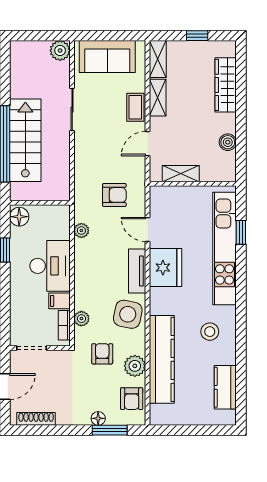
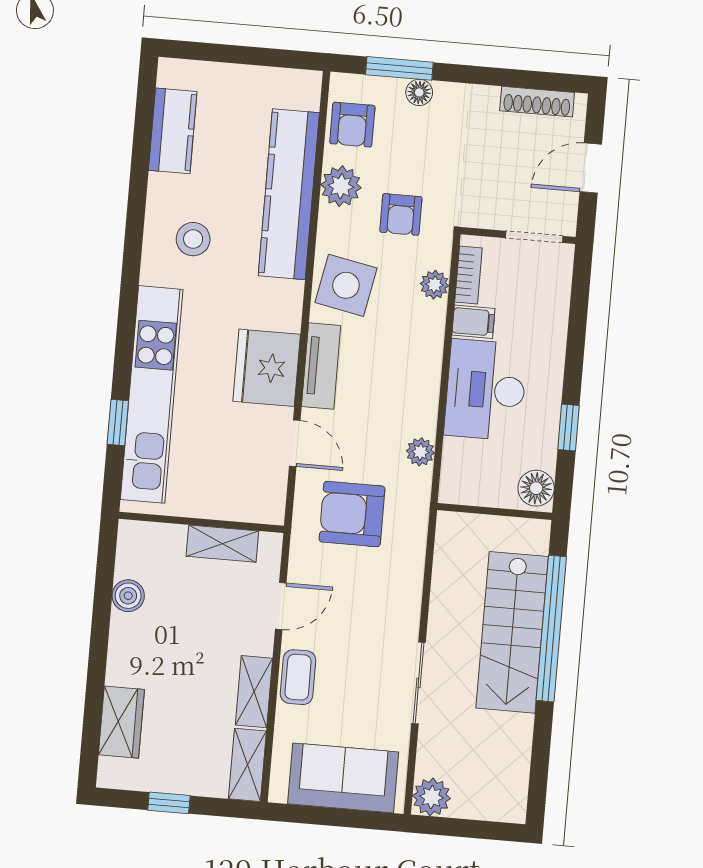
wardrobe: (226, 85) -> (121, 722), width x0.67
armchair: (114, 195) -> (352, 514), width x1.38, depth x1.38
armchair: (132, 399) -> (352, 125), turned 180

